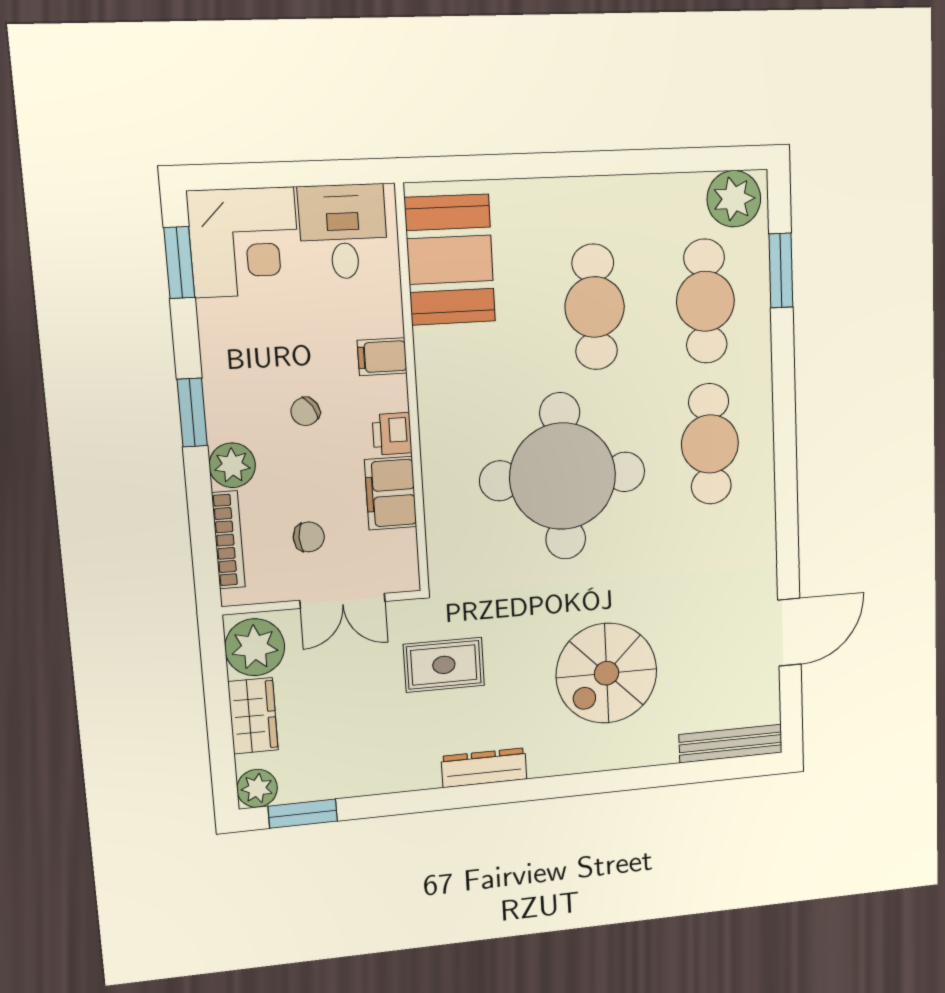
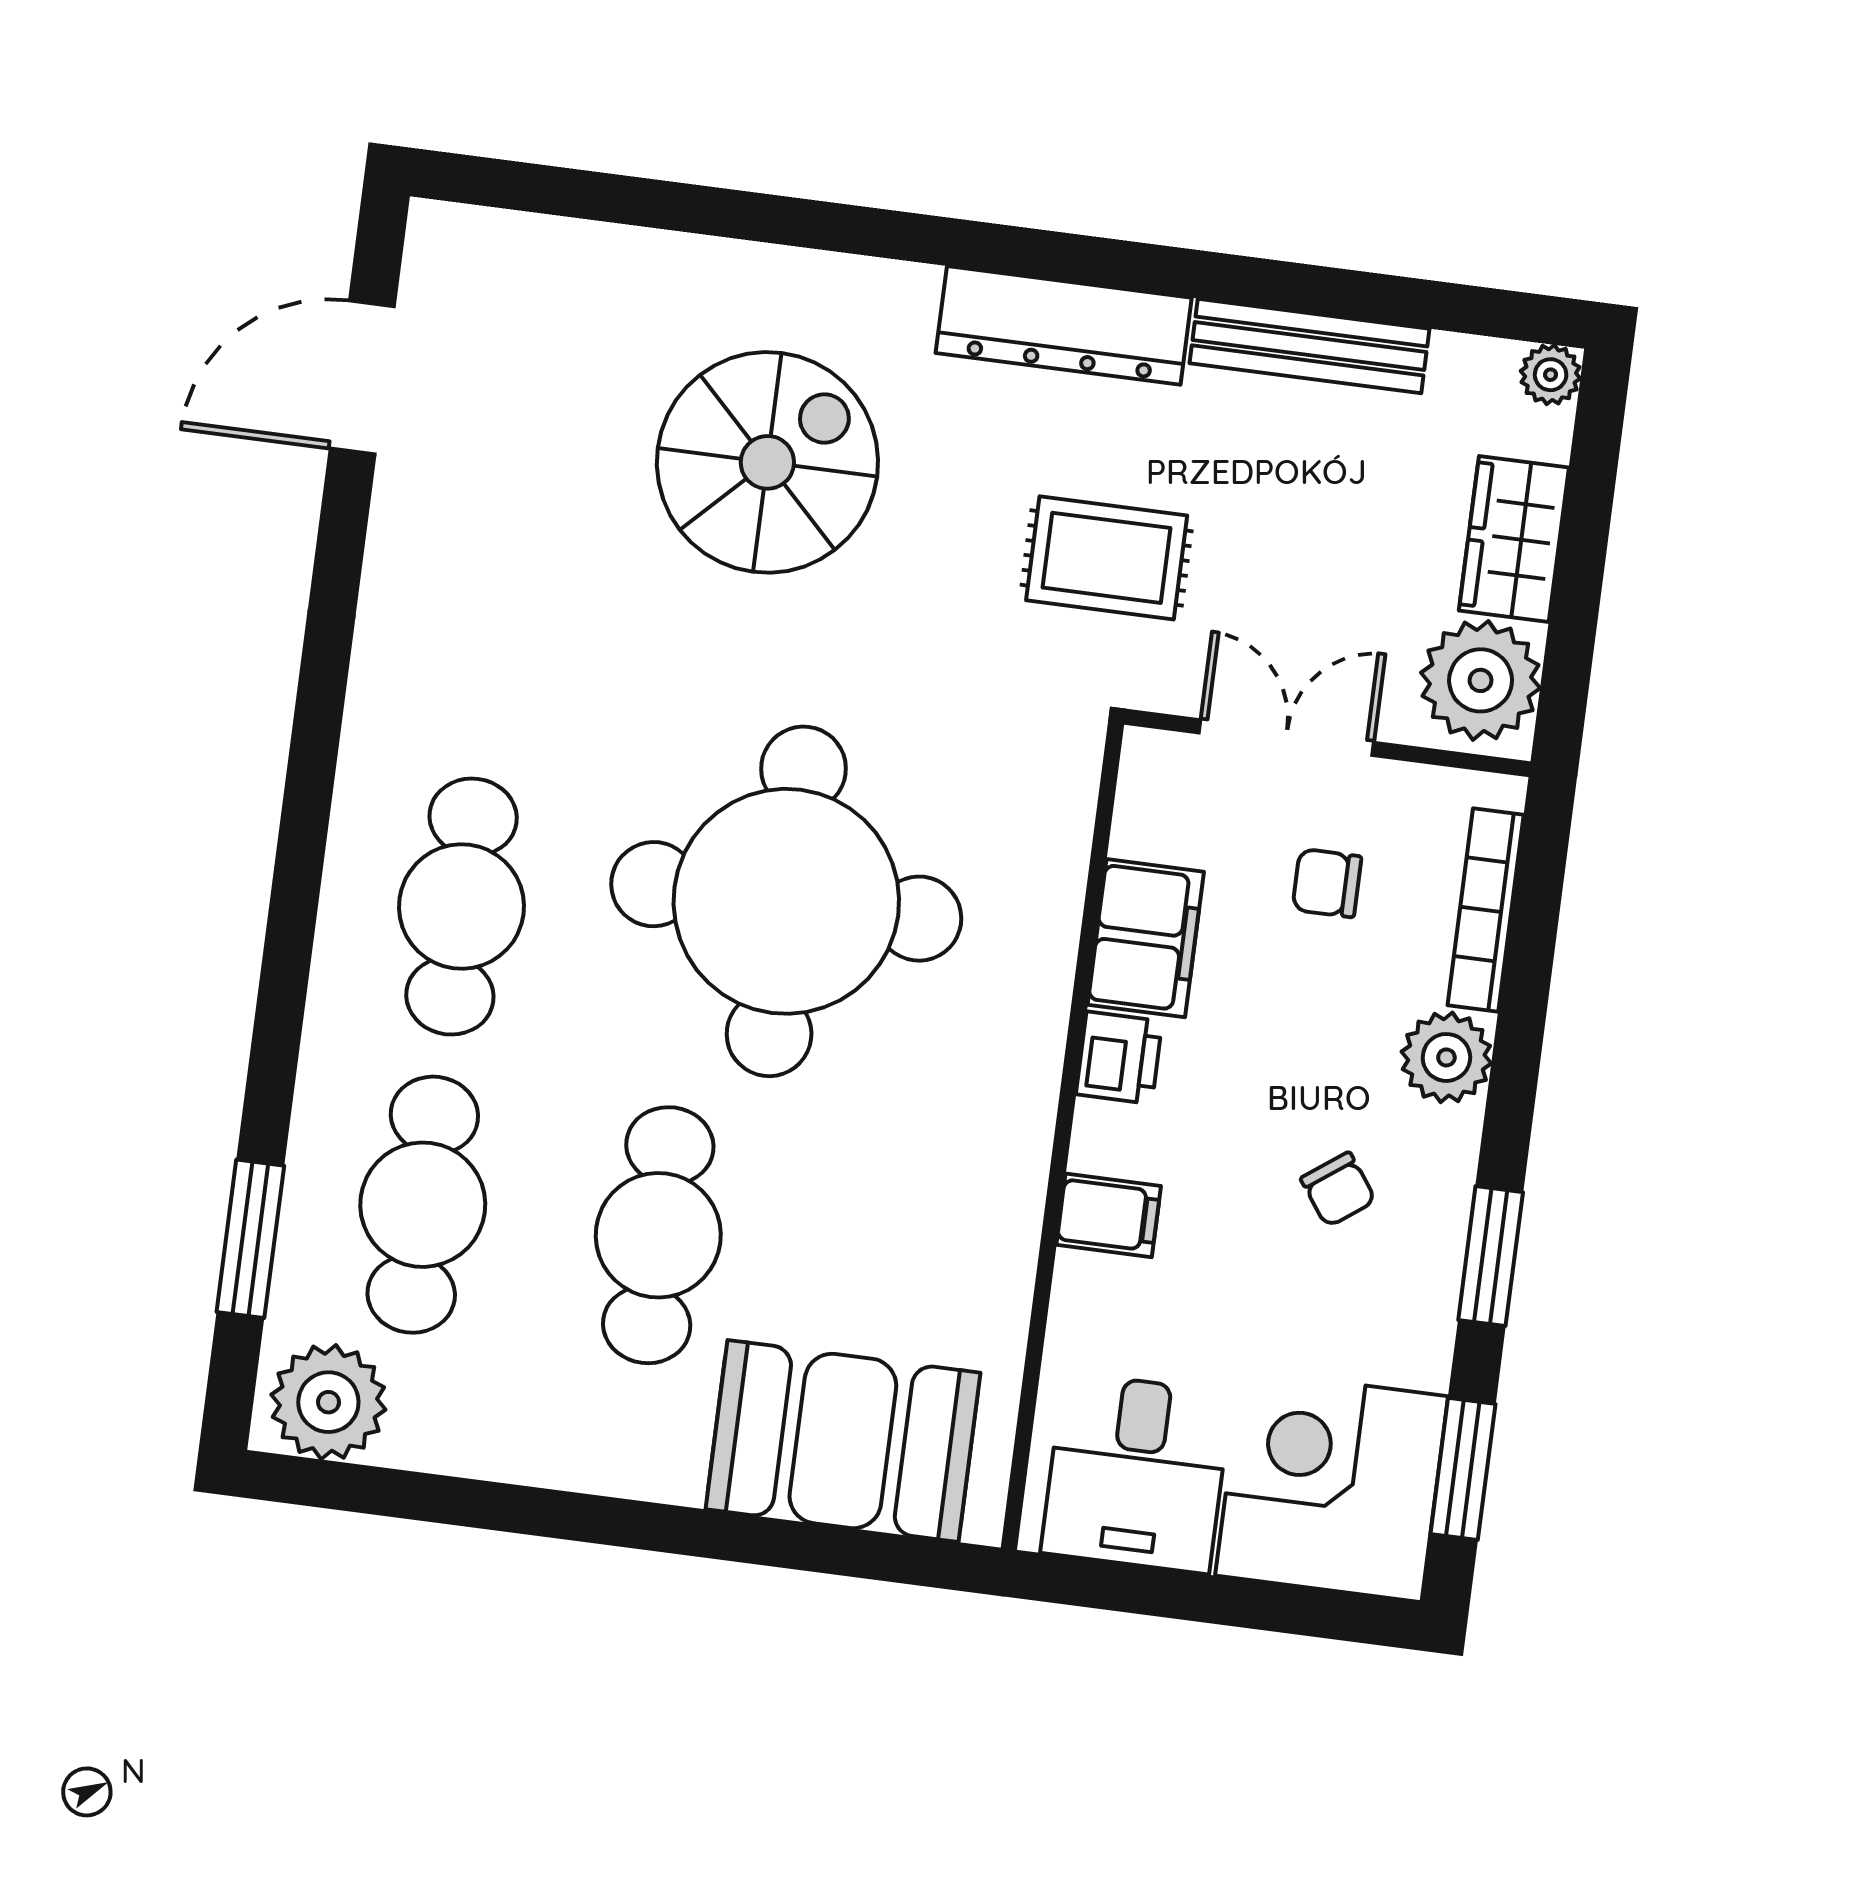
booth: (450, 260) -> (843, 1441), moved, turned 90
chair: (305, 412) -> (1338, 1189), moved, turned 87
window: (192, 413) -> (1491, 1256), moved
door: (789, 632) -> (362, 378), moved
bench: (731, 744) -> (1310, 346), moved
dresser: (484, 768) -> (1064, 325), width x1.37, depth x1.24
plant: (257, 788) -> (1551, 375), width x0.73, depth x0.73
window: (303, 814) -> (1458, 308), removed

